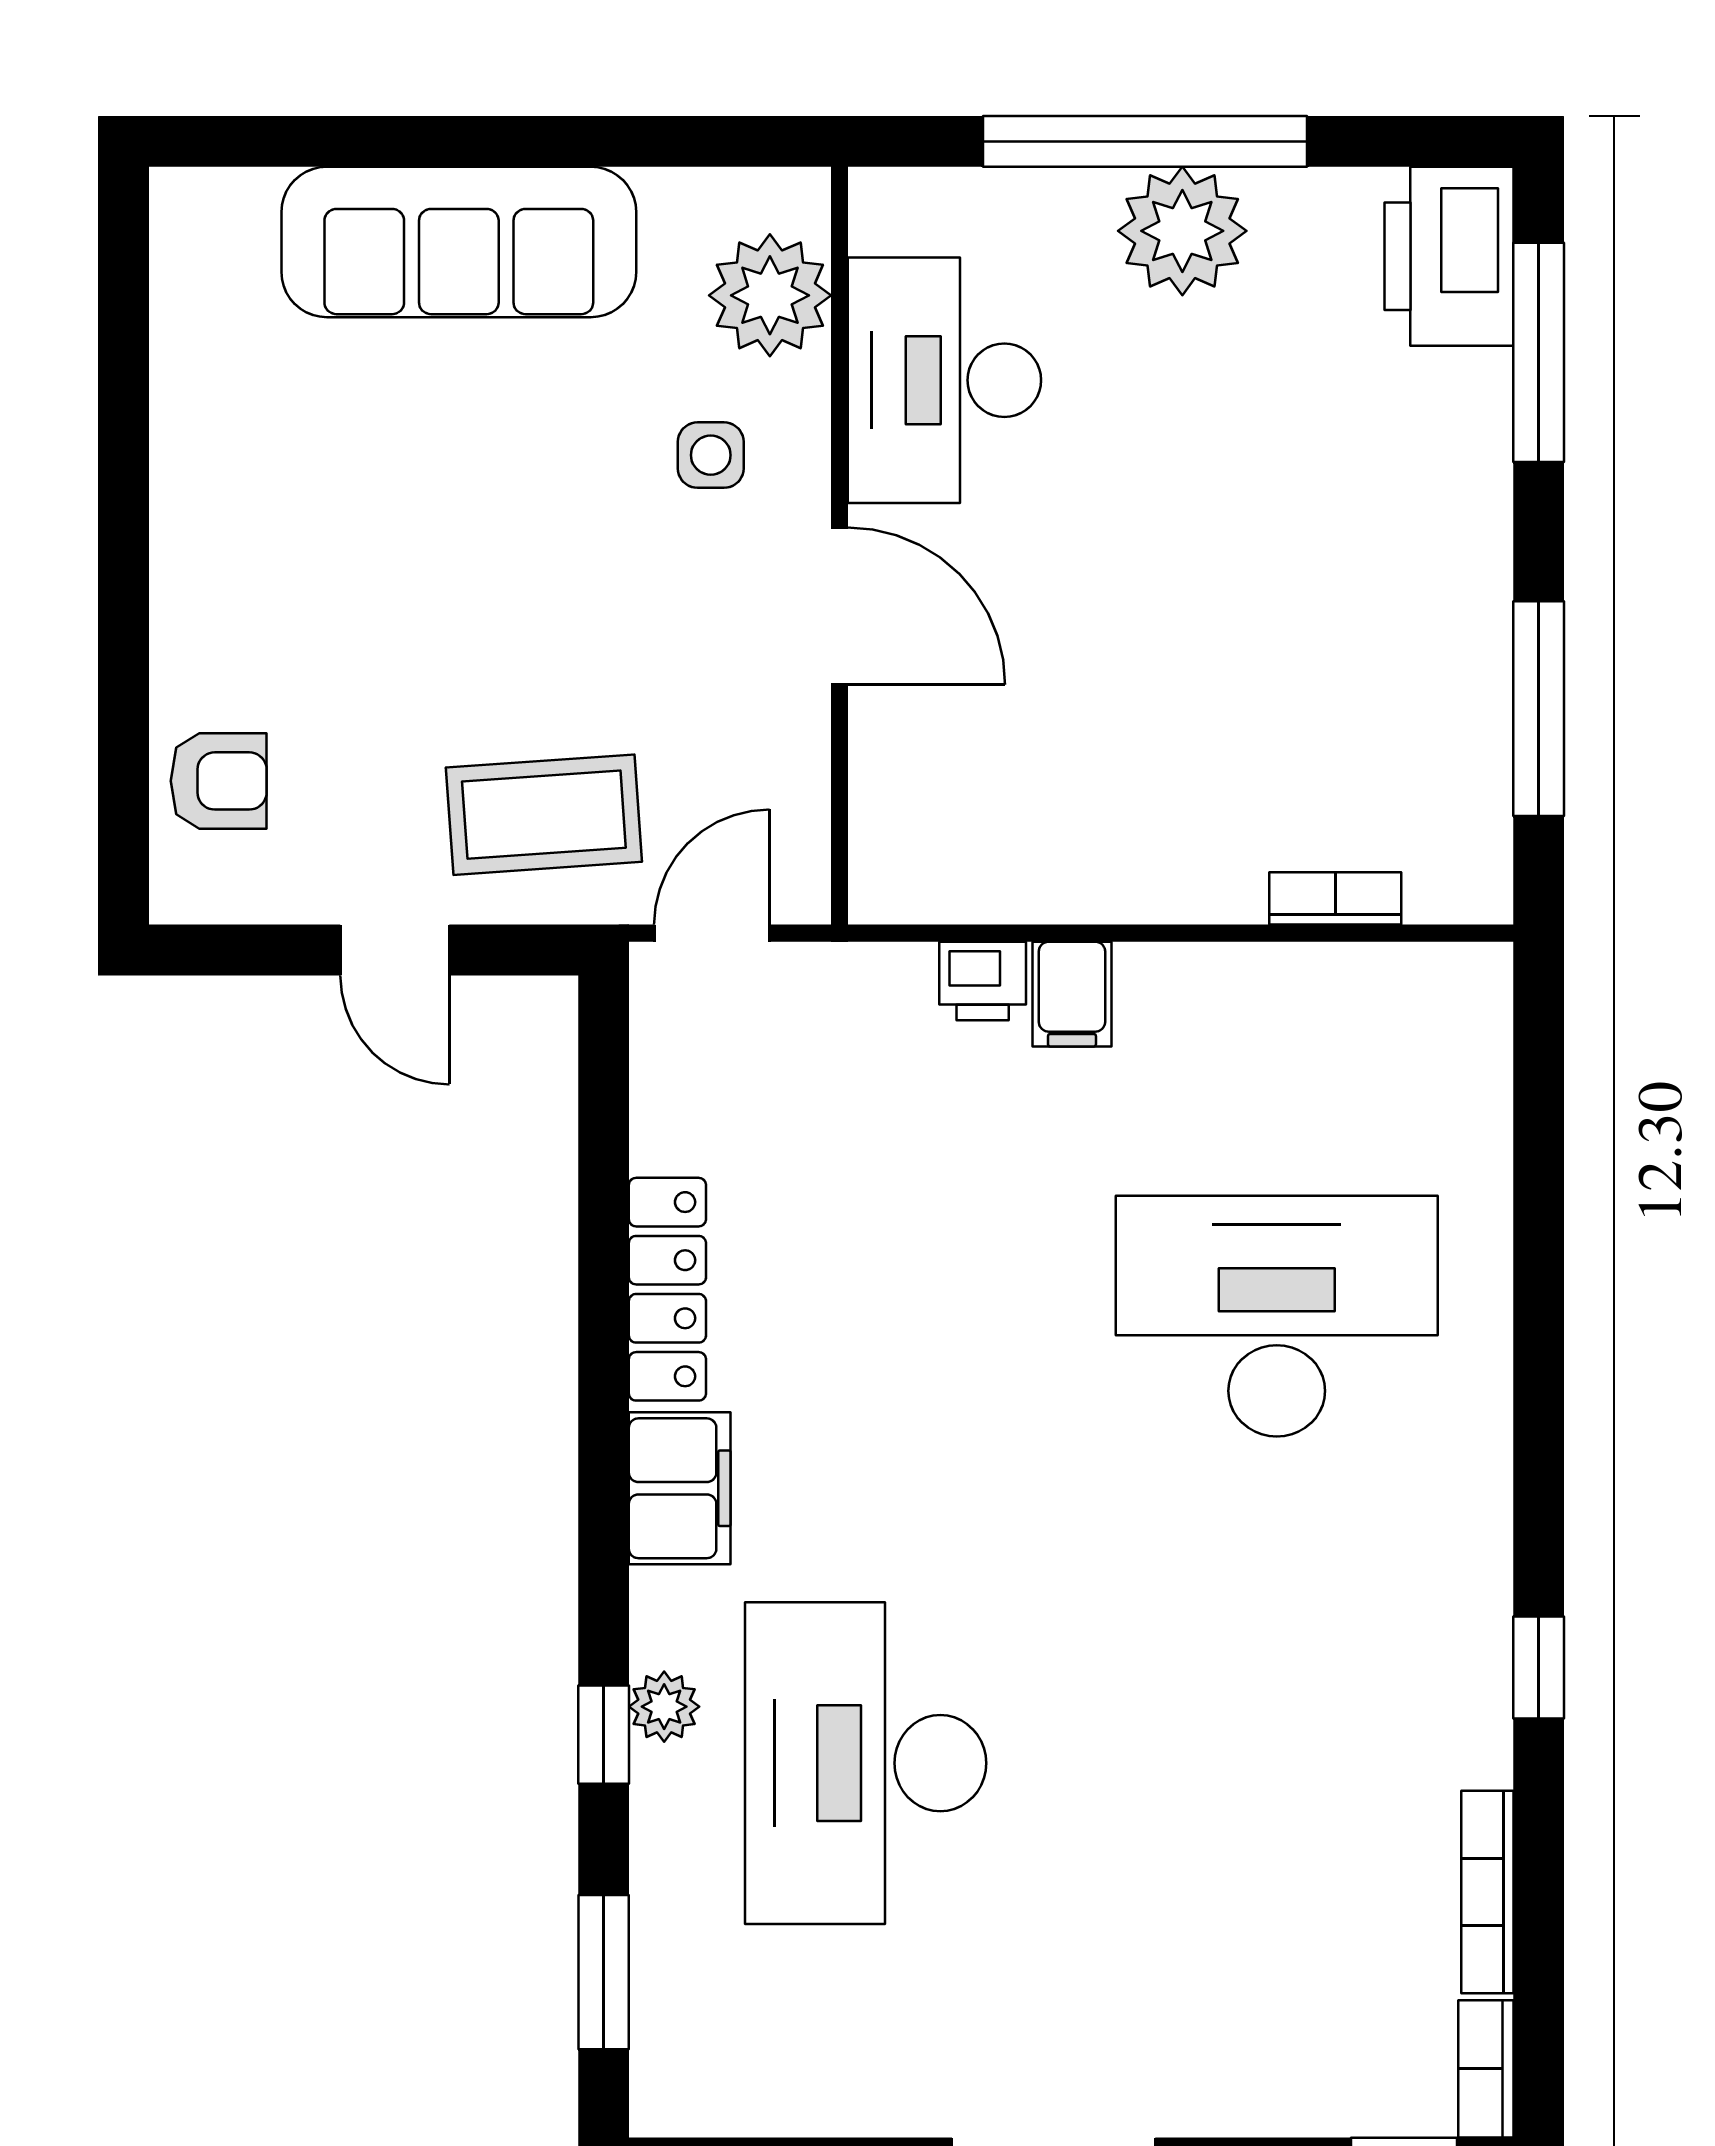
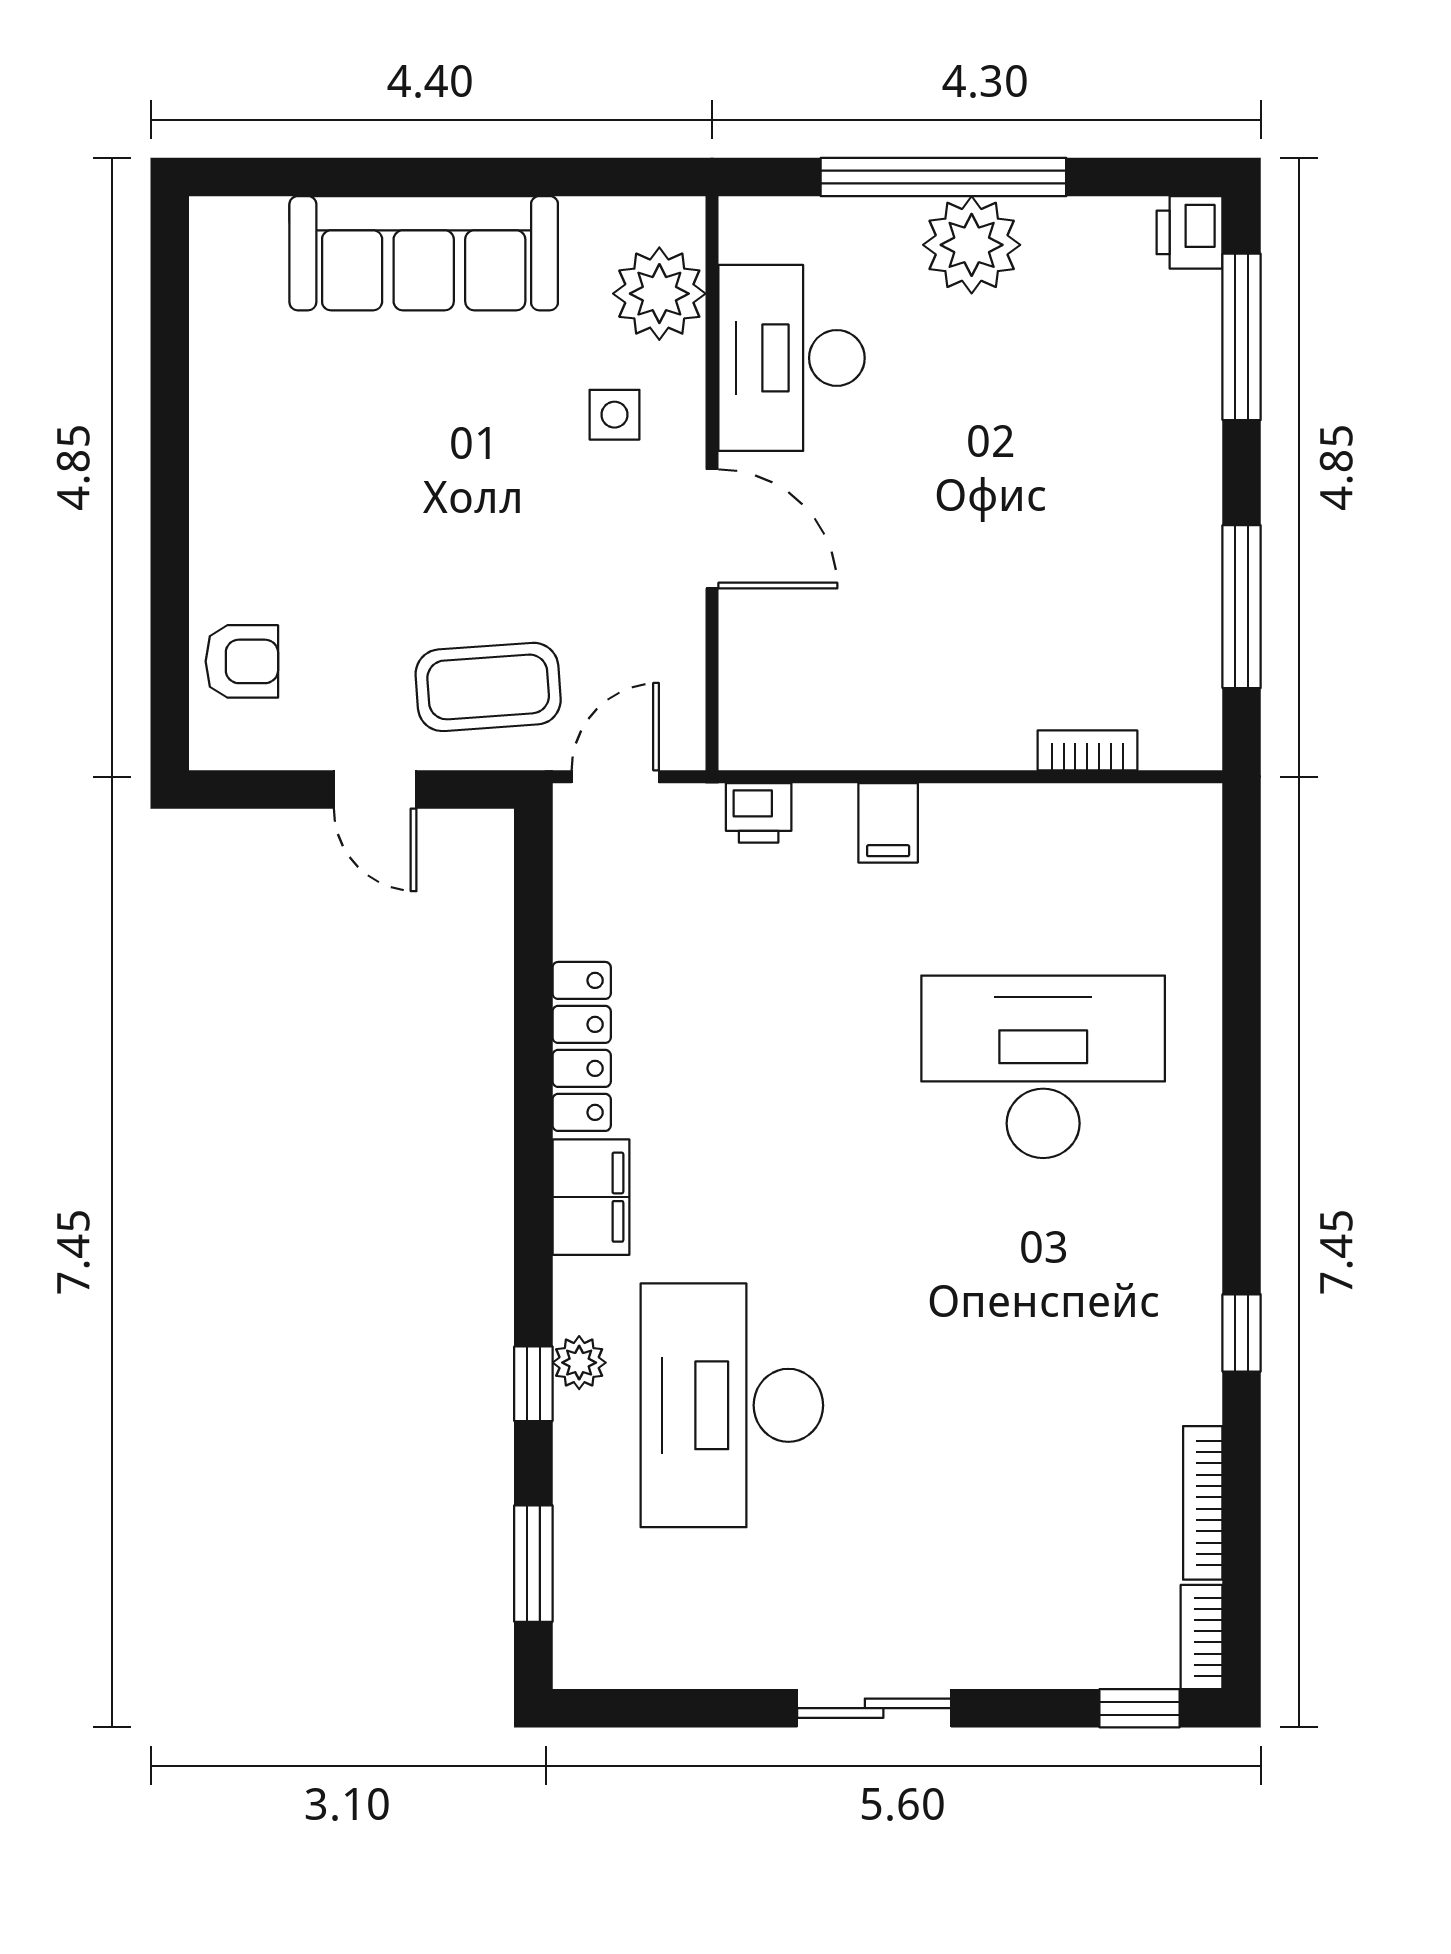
printer: (1449, 256) -> (1189, 232), width x0.53, depth x0.68
printer: (983, 981) -> (759, 813), moved

